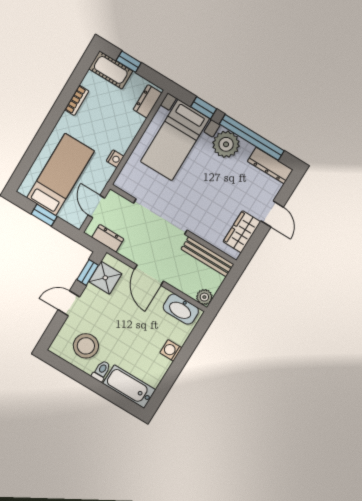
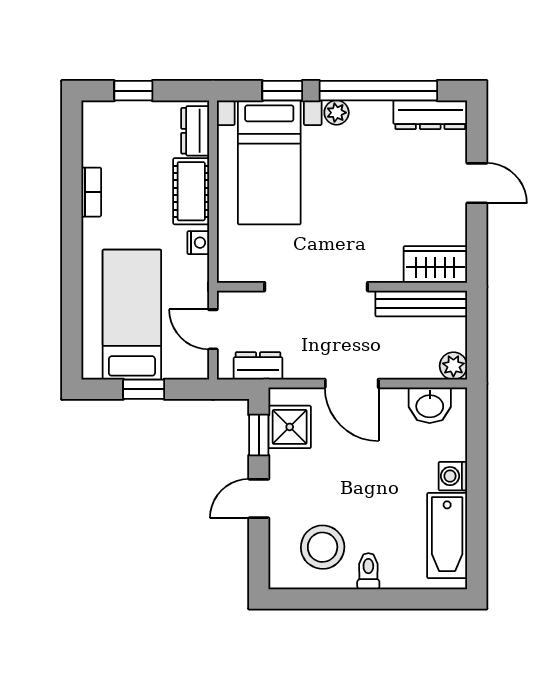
cot: (111, 70) -> (191, 191), moved, turned 90
plant: (226, 144) -> (337, 113), width x0.53, depth x0.53
wardrobe: (242, 232) -> (435, 264), moved, turned 90
washbasin: (181, 309) -> (430, 405), width x0.72
bathtub: (129, 387) -> (447, 535), moved, turned -90

